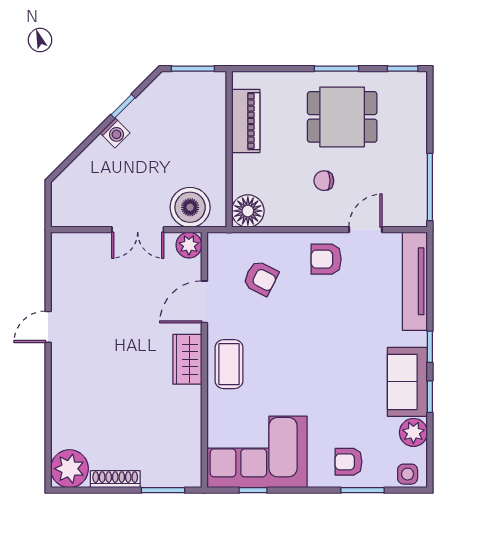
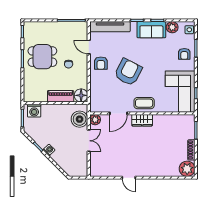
washing machine: (211, 97) -> (34, 111), added
dining table: (342, 117) -> (42, 57), turned 90
piano: (246, 121) -> (61, 96), moved
armchair: (261, 278) -> (128, 72), moved, width x1.88, depth x1.88
door: (204, 302) -> (118, 113), hinge flipped

